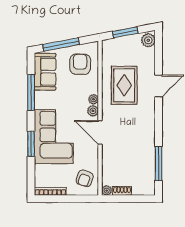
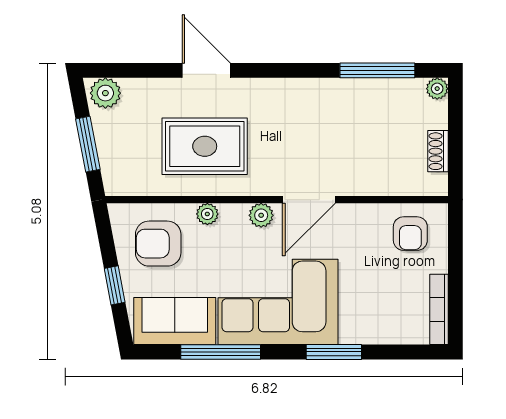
window: (61, 44) -> (115, 285), width x0.46
plant: (94, 99) -> (207, 214), moved
corner sofa: (54, 137) -> (278, 302), moved
armchair: (85, 178) -> (410, 234), turned 70
plant: (107, 191) -> (437, 89), moved

